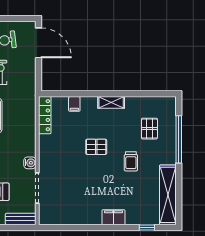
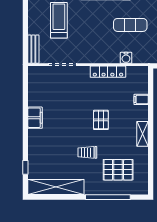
locker: (45, 115) -> (108, 72), moved
pallet: (149, 129) -> (118, 170), width x1.50, depth x1.42
water cooler: (30, 163) -> (126, 58), moved
filing cabinet: (113, 217) -> (35, 118), moved

